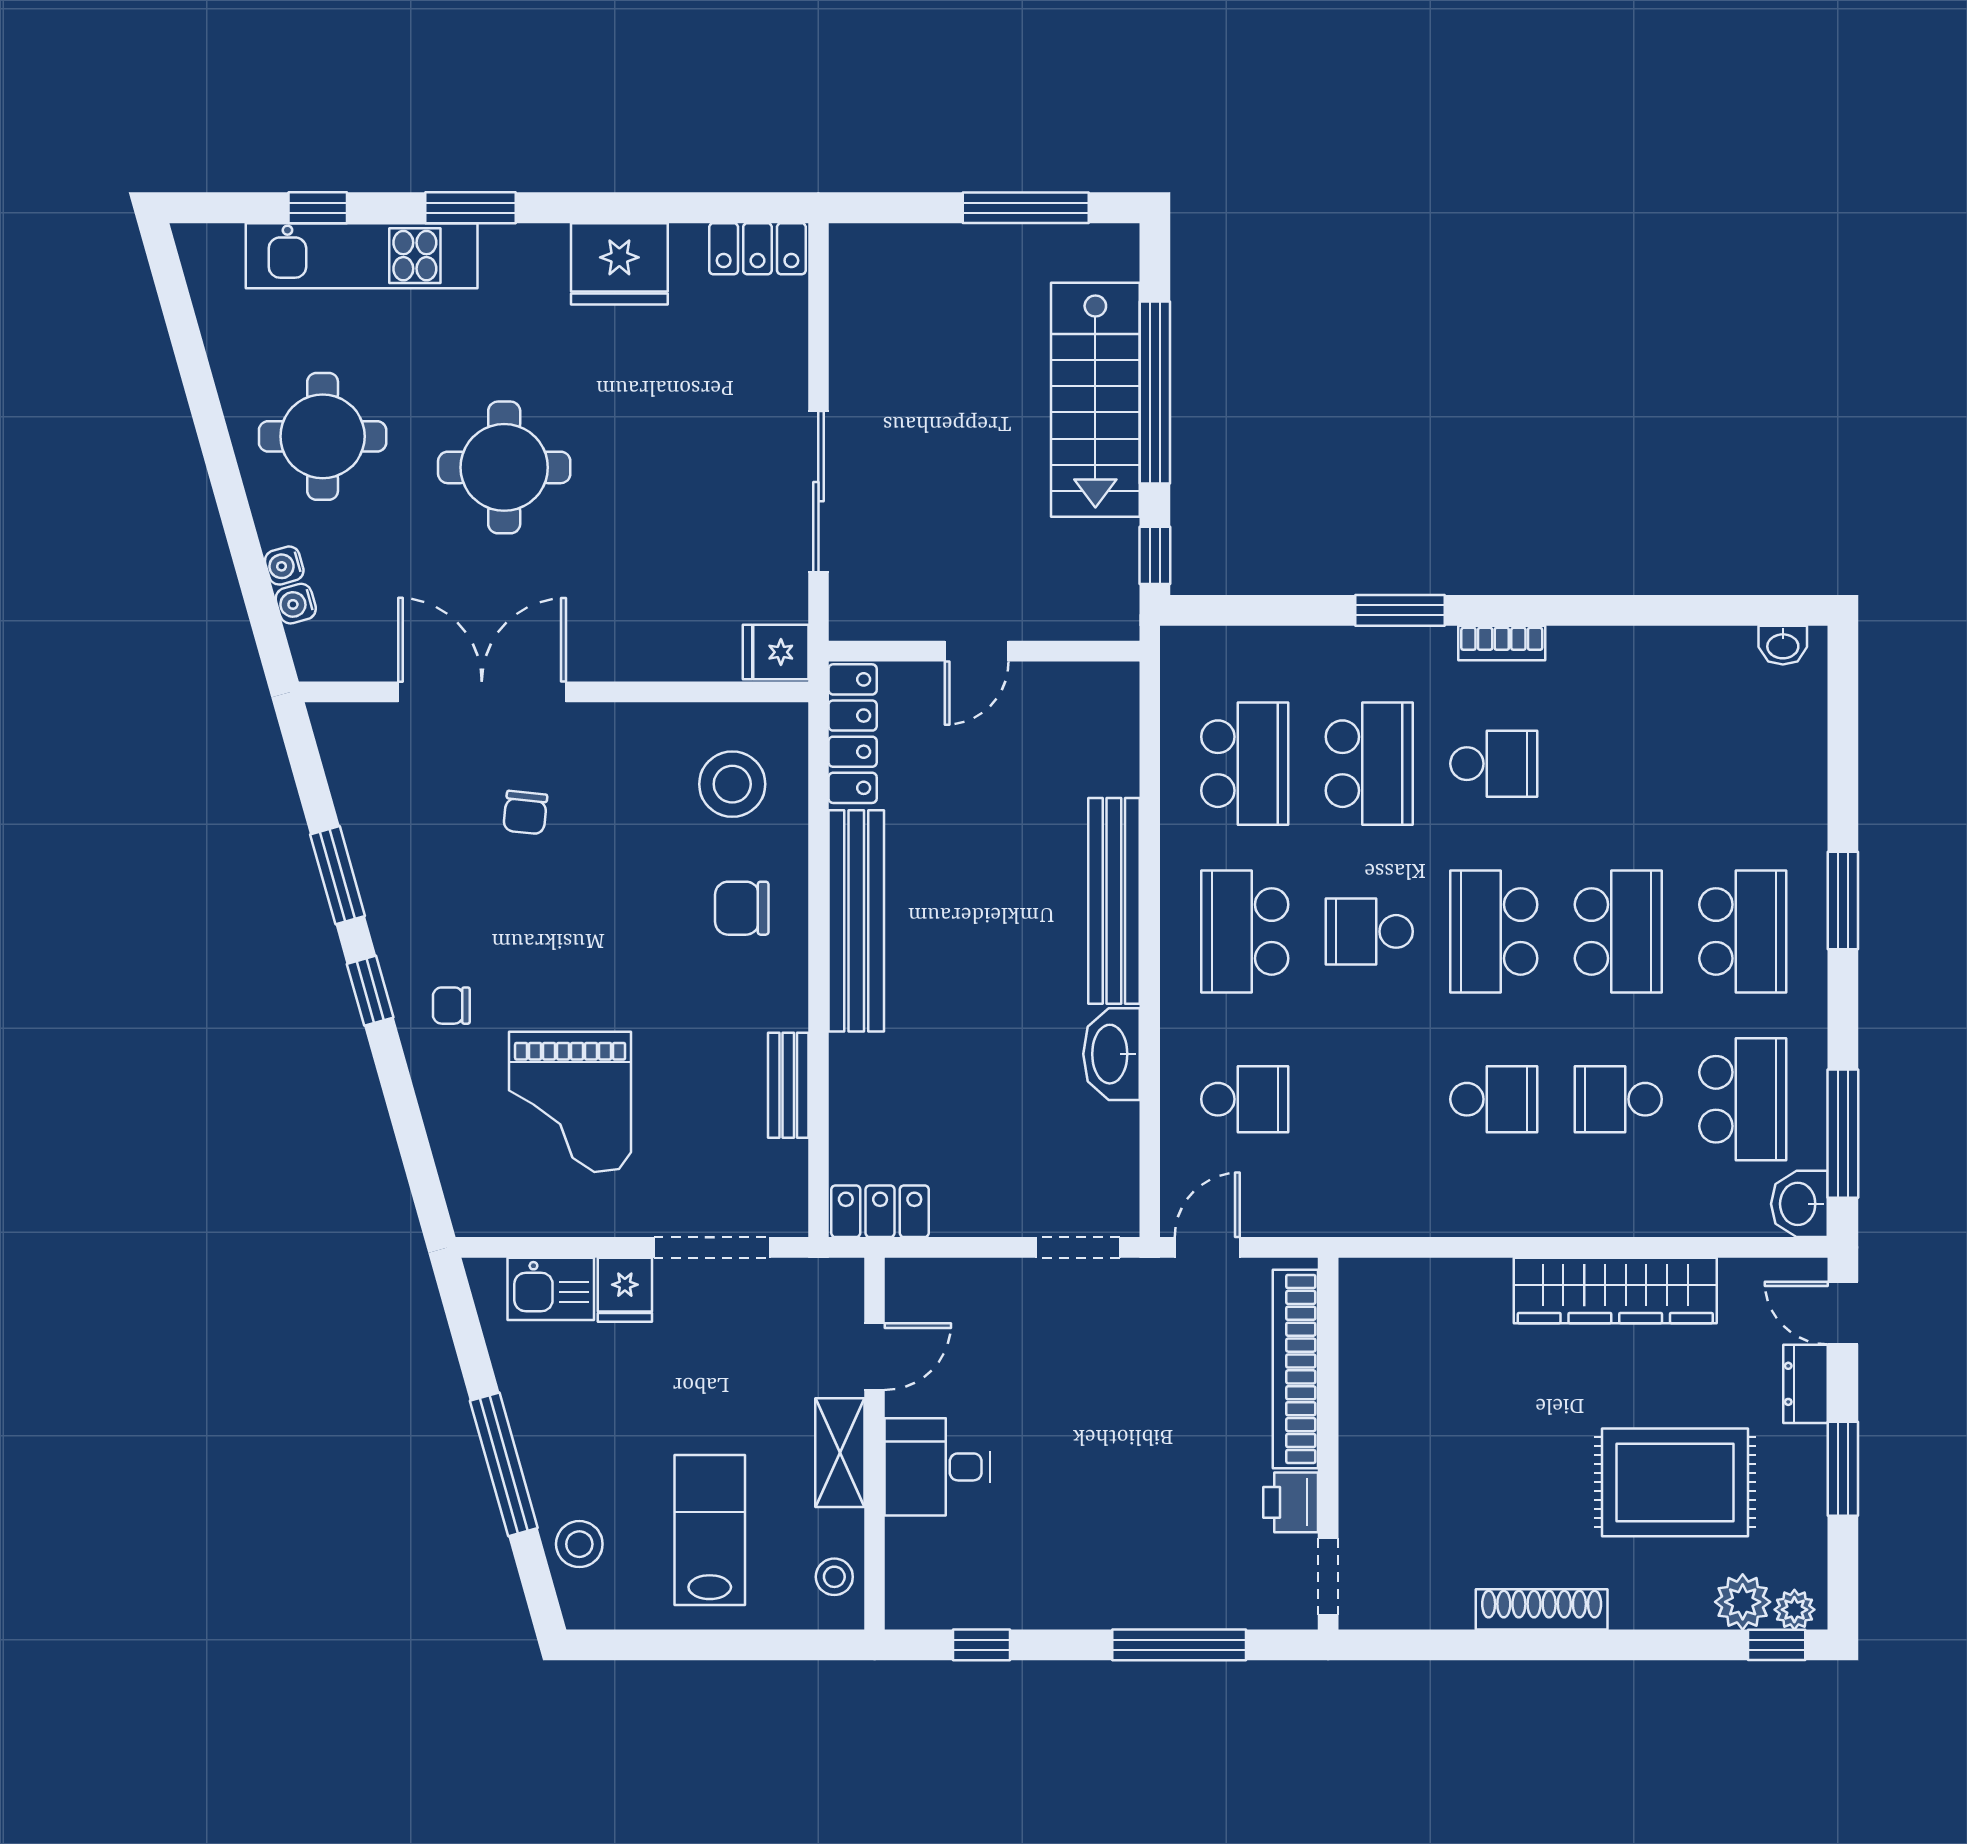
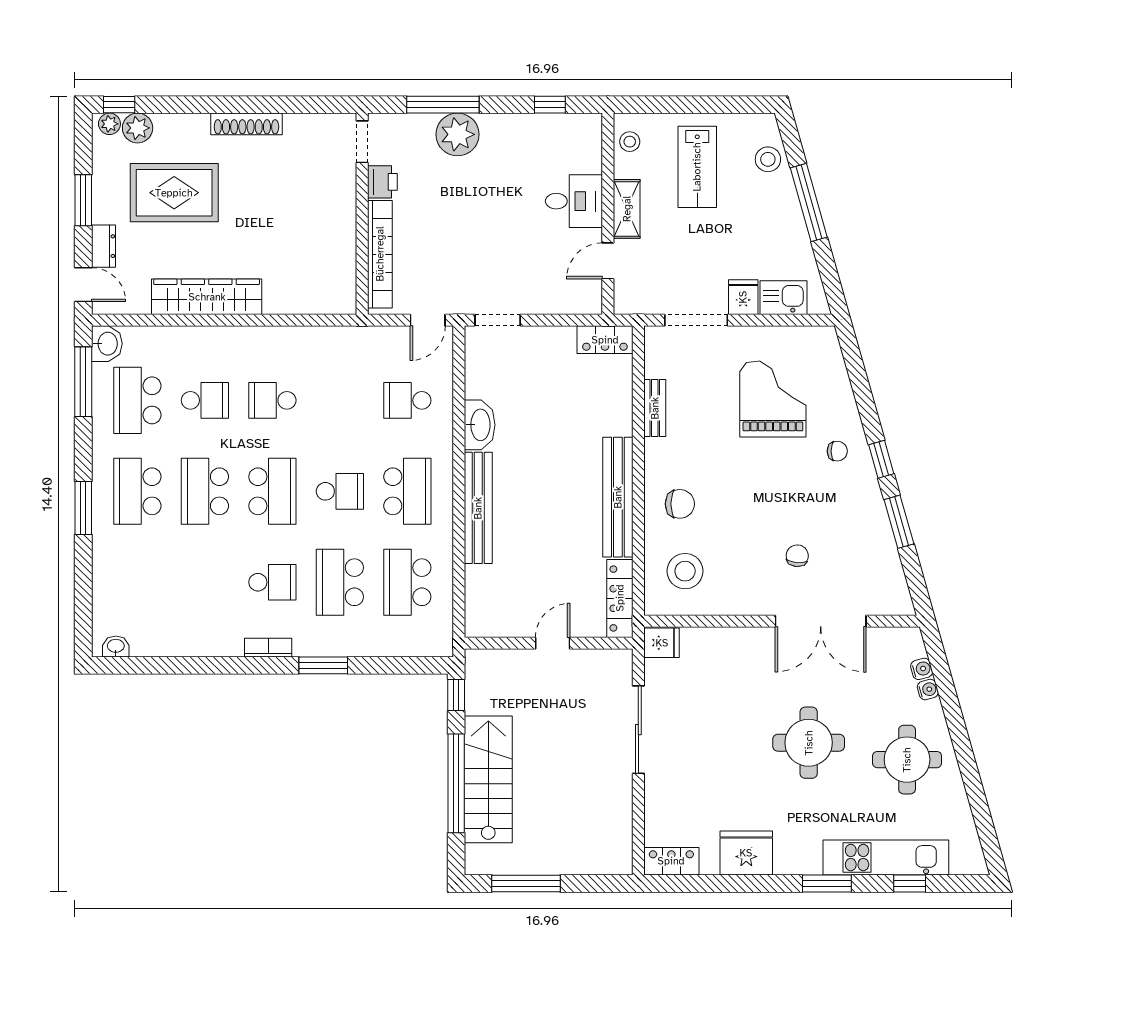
school desk: (1494, 764) -> (272, 582), turned 180
plant: (1152, 1590) -> (457, 134), added

